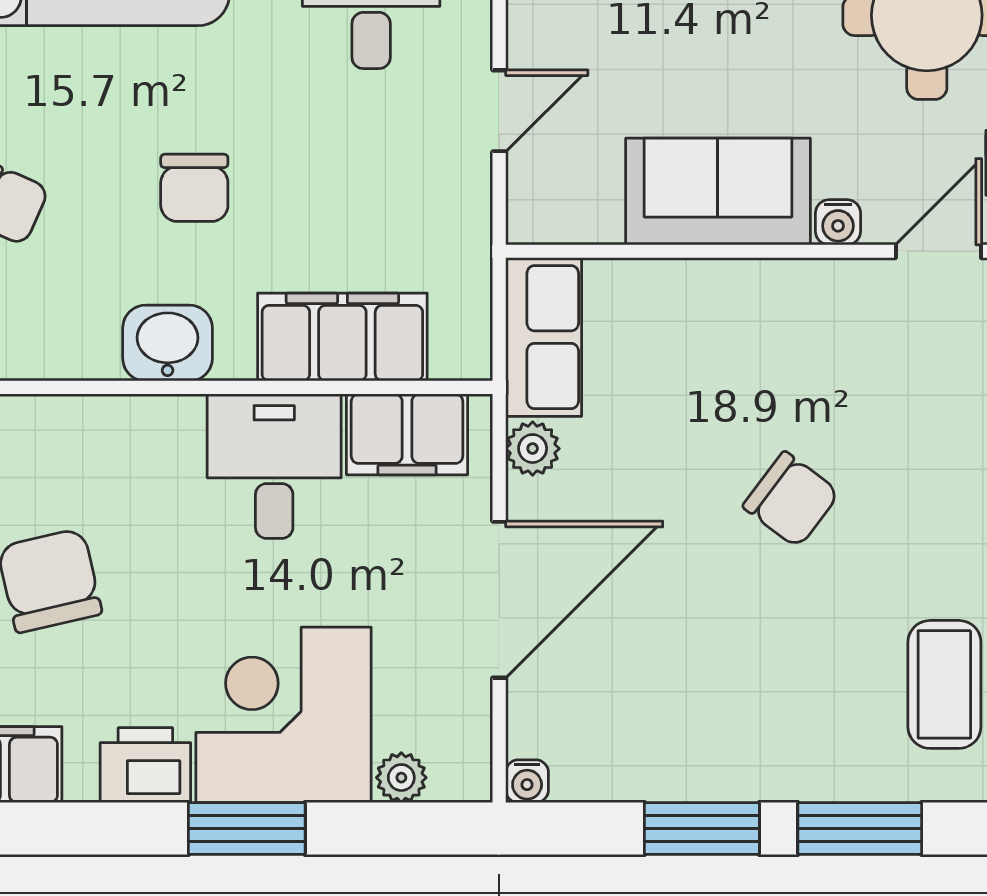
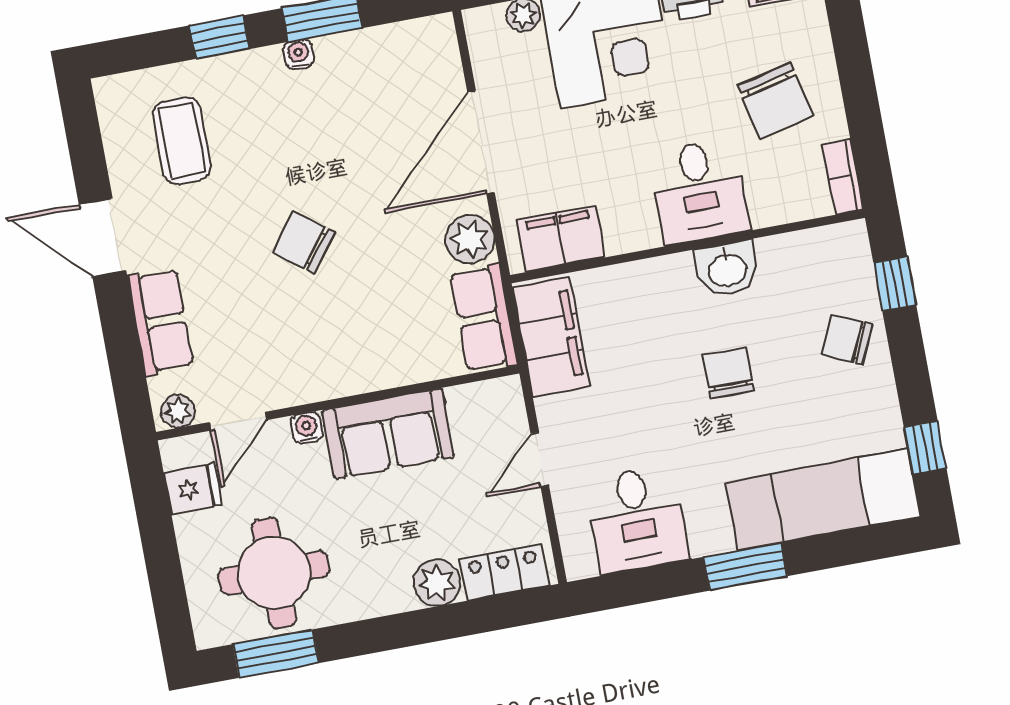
filing cabinet: (342, 337) -> (551, 337), moved, turned -90
plant: (533, 449) -> (470, 239), width x1.38, depth x1.38
desk: (274, 466) -> (699, 191), moved
water cooler: (527, 781) -> (299, 54), moved
window: (860, 829) -> (220, 37), width x0.67

